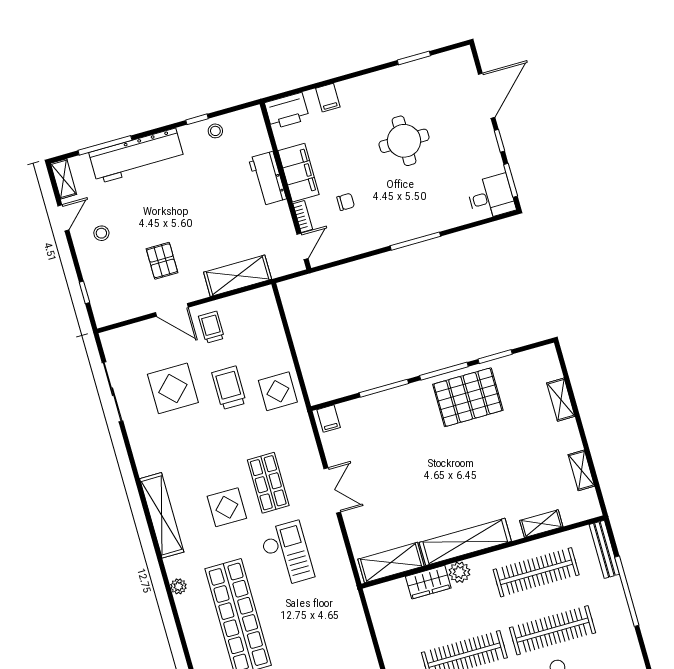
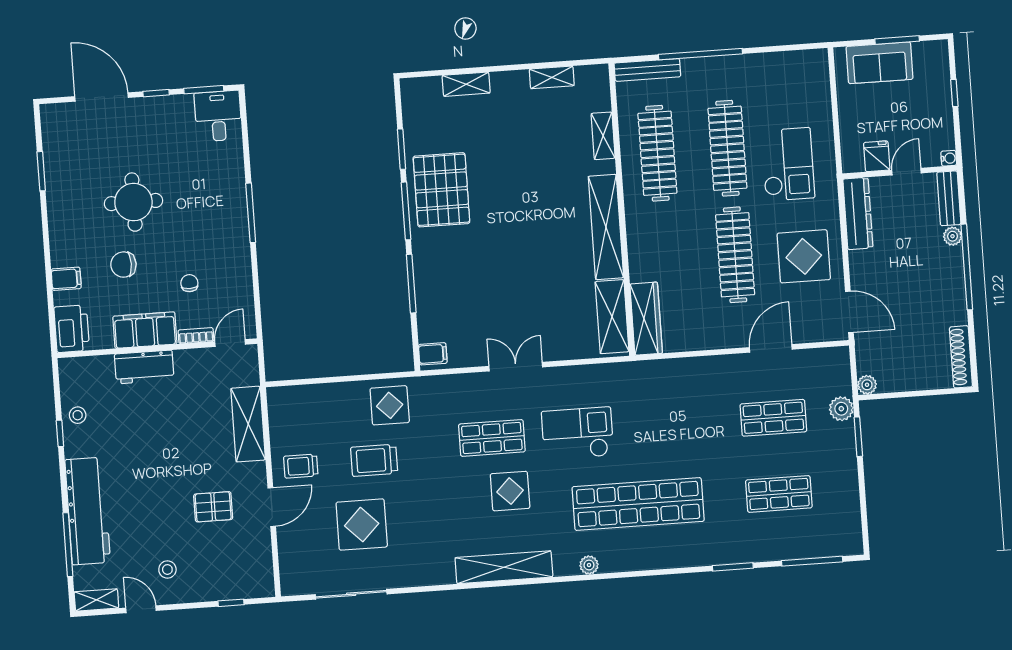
chair: (350, 143) -> (123, 265), added
door: (302, 246) -> (230, 343), hinge flipped
plant: (459, 572) -> (639, 241), removed
wardrobe: (428, 582) -> (646, 319), moved, width x1.50

